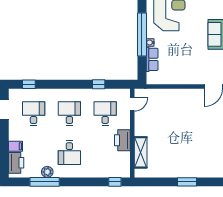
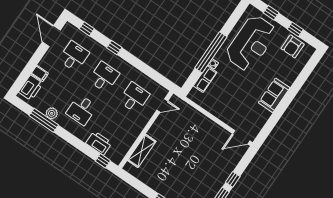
window: (99, 84) -> (114, 48), moved
printer: (122, 140) -> (99, 143), moved, turned 90

